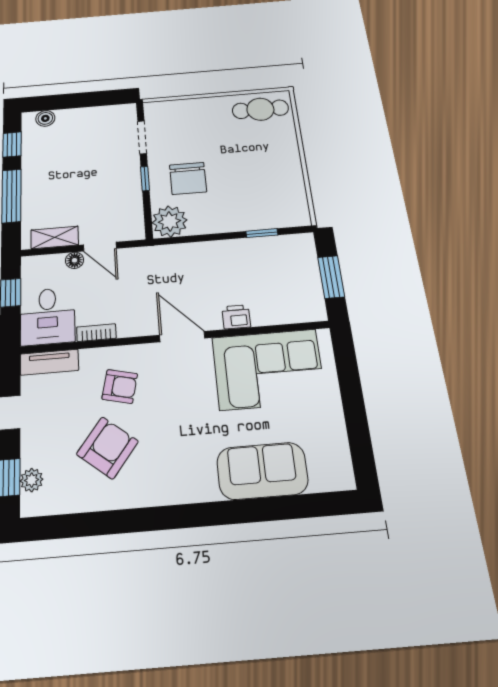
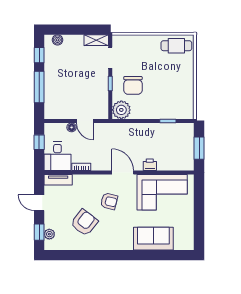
shelving: (55, 237) -> (96, 40), moved
armchair: (120, 386) -> (109, 201), moved

